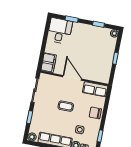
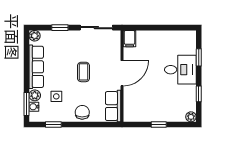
desk: (60, 31) -> (180, 70), moved
filing cabinet: (49, 63) -> (130, 39), width x0.50

